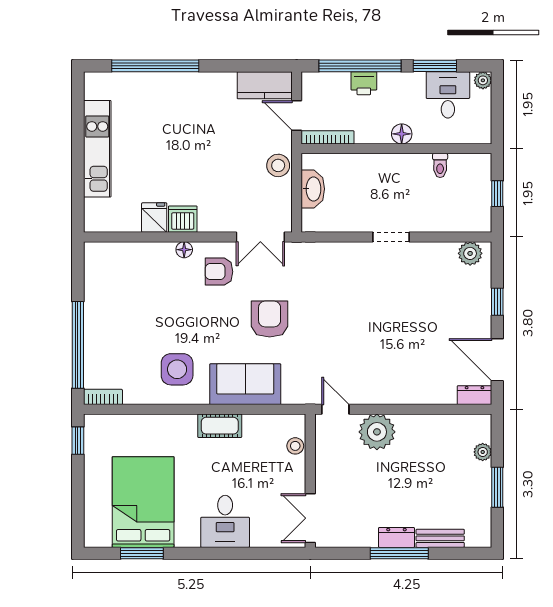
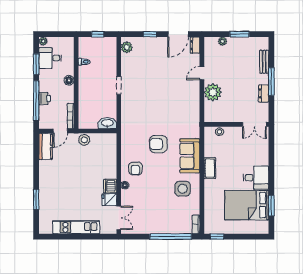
window: (155, 66) -> (36, 199), width x0.47
washbasin: (313, 189) -> (107, 123), moved
double door: (260, 237) -> (119, 218), moved
door: (335, 409) -> (202, 73), moved
desk: (225, 521) -> (256, 178), moved
dresser: (396, 537) -> (264, 93), moved

